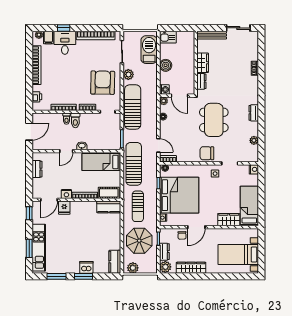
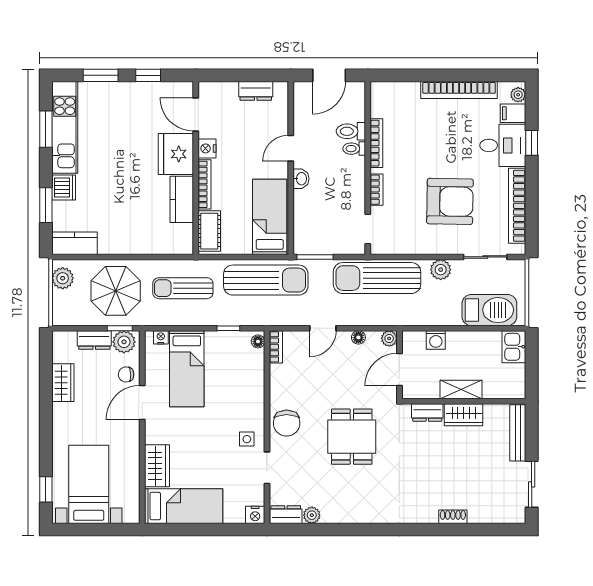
shelving: (190, 64) -> (461, 390), added
boiler: (166, 65) -> (459, 342), removed
armchair: (103, 83) -> (450, 201), moved
washing machine: (164, 90) -> (436, 340), moved
printer: (37, 97) -> (397, 91), removed
sun lounger: (133, 107) -> (377, 278), turned 180
dresser: (254, 113) -> (286, 515), moved
toilet: (75, 120) -> (351, 131), moved
dining table: (214, 120) -> (352, 437), width x0.73
door: (29, 132) -> (329, 75), hinge flipped
door: (158, 145) -> (323, 328), moved
door: (66, 151) -> (291, 148), hinge flipped
chair: (207, 153) -> (287, 423), turned 180
bed: (179, 195) -> (187, 369), width x0.49
kitchen counter: (109, 207) -> (182, 199), moved
fridge: (64, 208) -> (176, 154), width x1.88, depth x1.34
window: (29, 213) -> (148, 75), moved
door: (196, 227) -> (142, 403), hinge flipped
kitchen unit: (39, 248) -> (65, 127), moved, turned -90
plant: (165, 267) -> (124, 342), moved
wardrobe: (191, 268) -> (63, 383), width x0.67
window: (84, 276) -> (46, 205), moved
window: (241, 276) -> (46, 489), added

